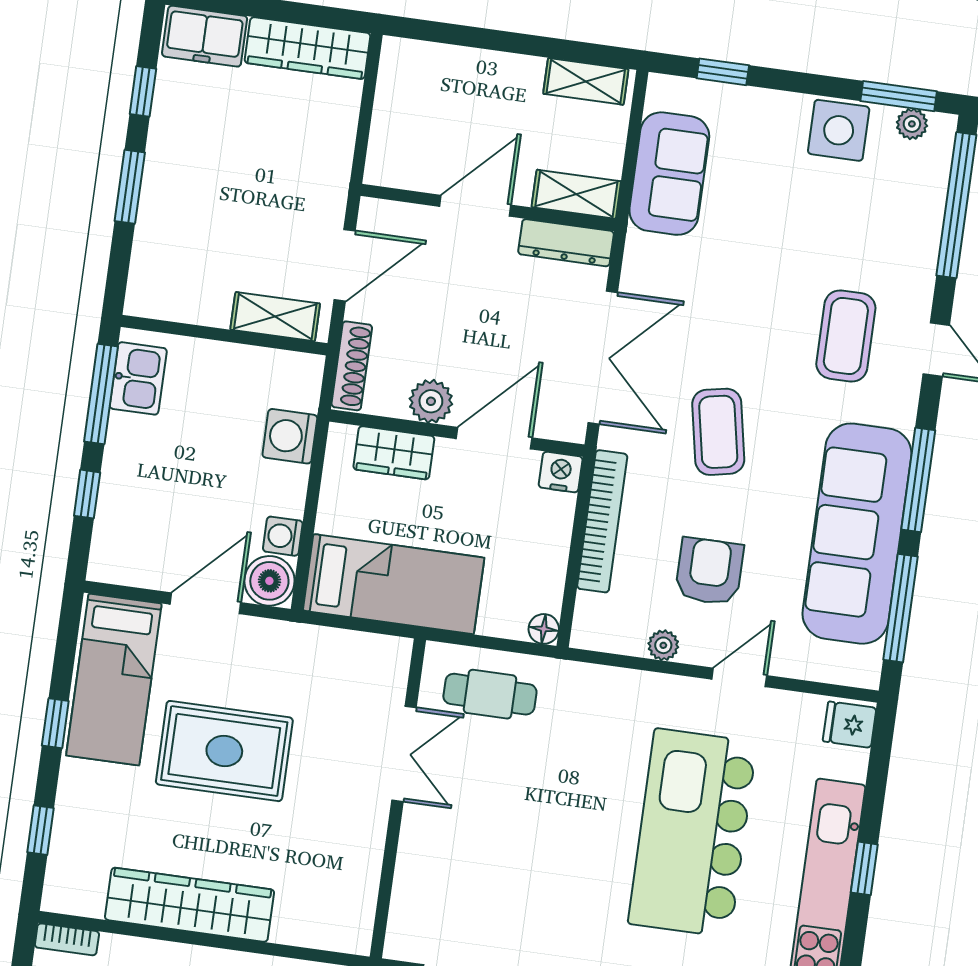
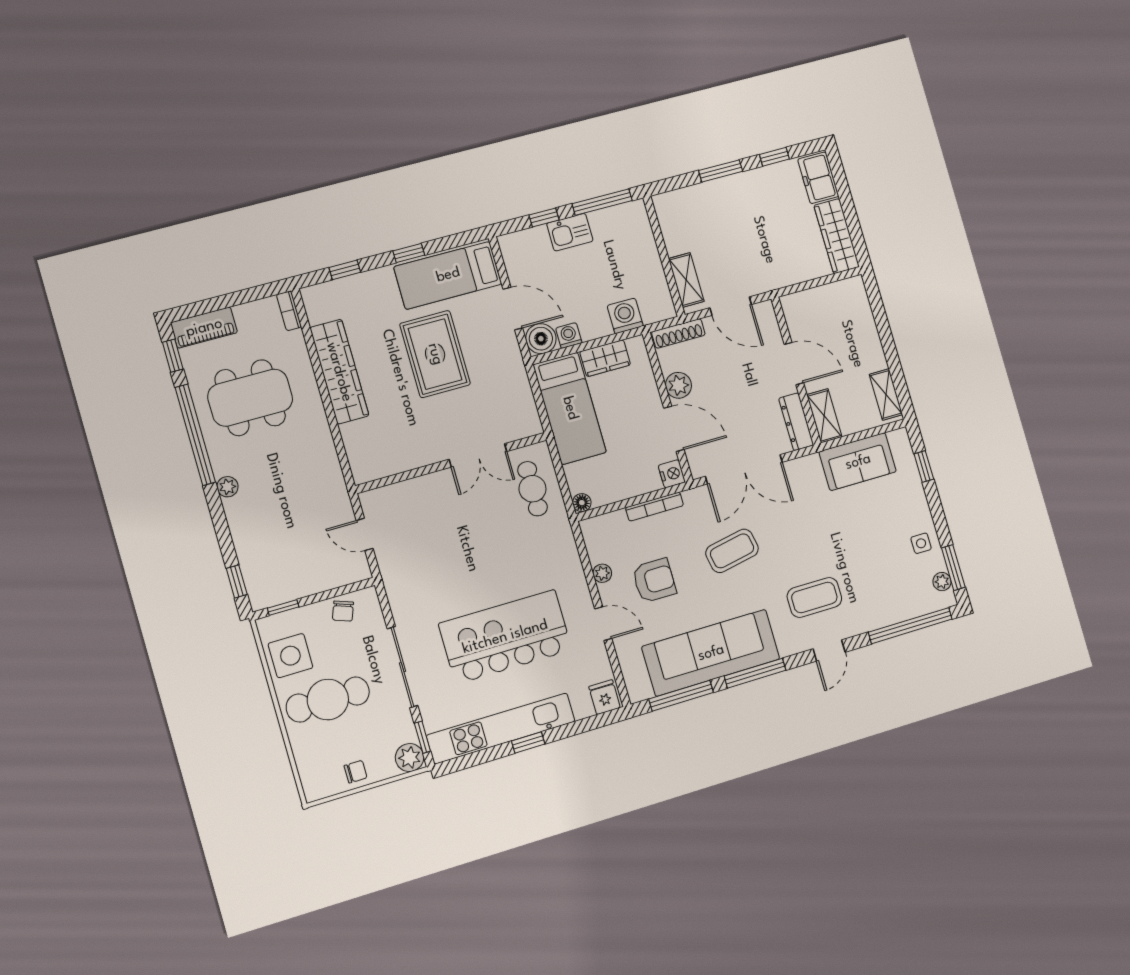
side table: (839, 130) -> (921, 543), width x0.54, depth x0.54
kitchen sink: (138, 378) -> (570, 232), moved
wardrobe: (394, 453) -> (605, 358), moved, turned -90
bookcase: (602, 521) -> (655, 507), width x0.68, depth x0.76

